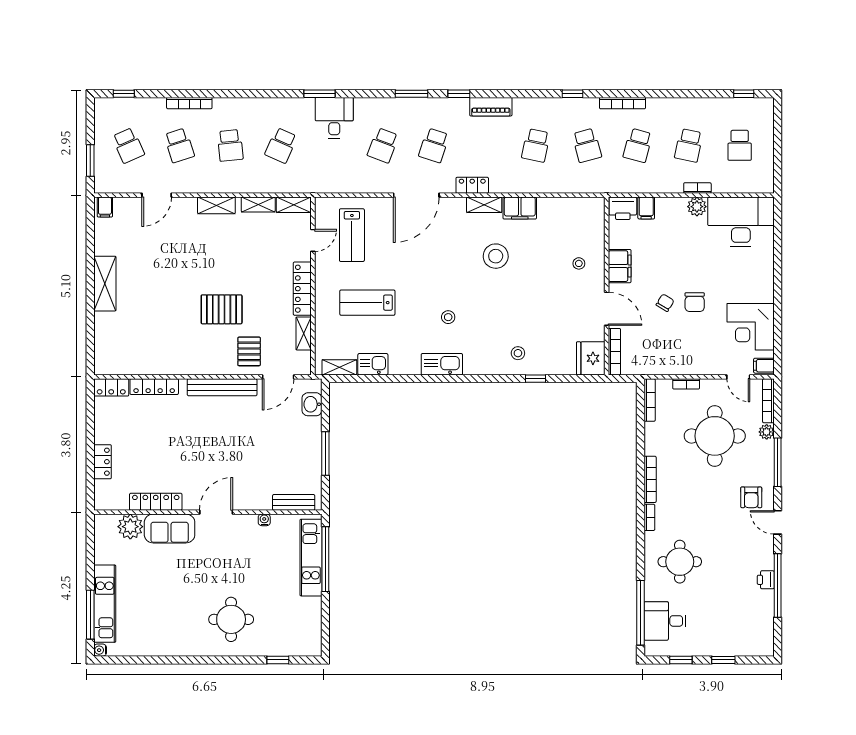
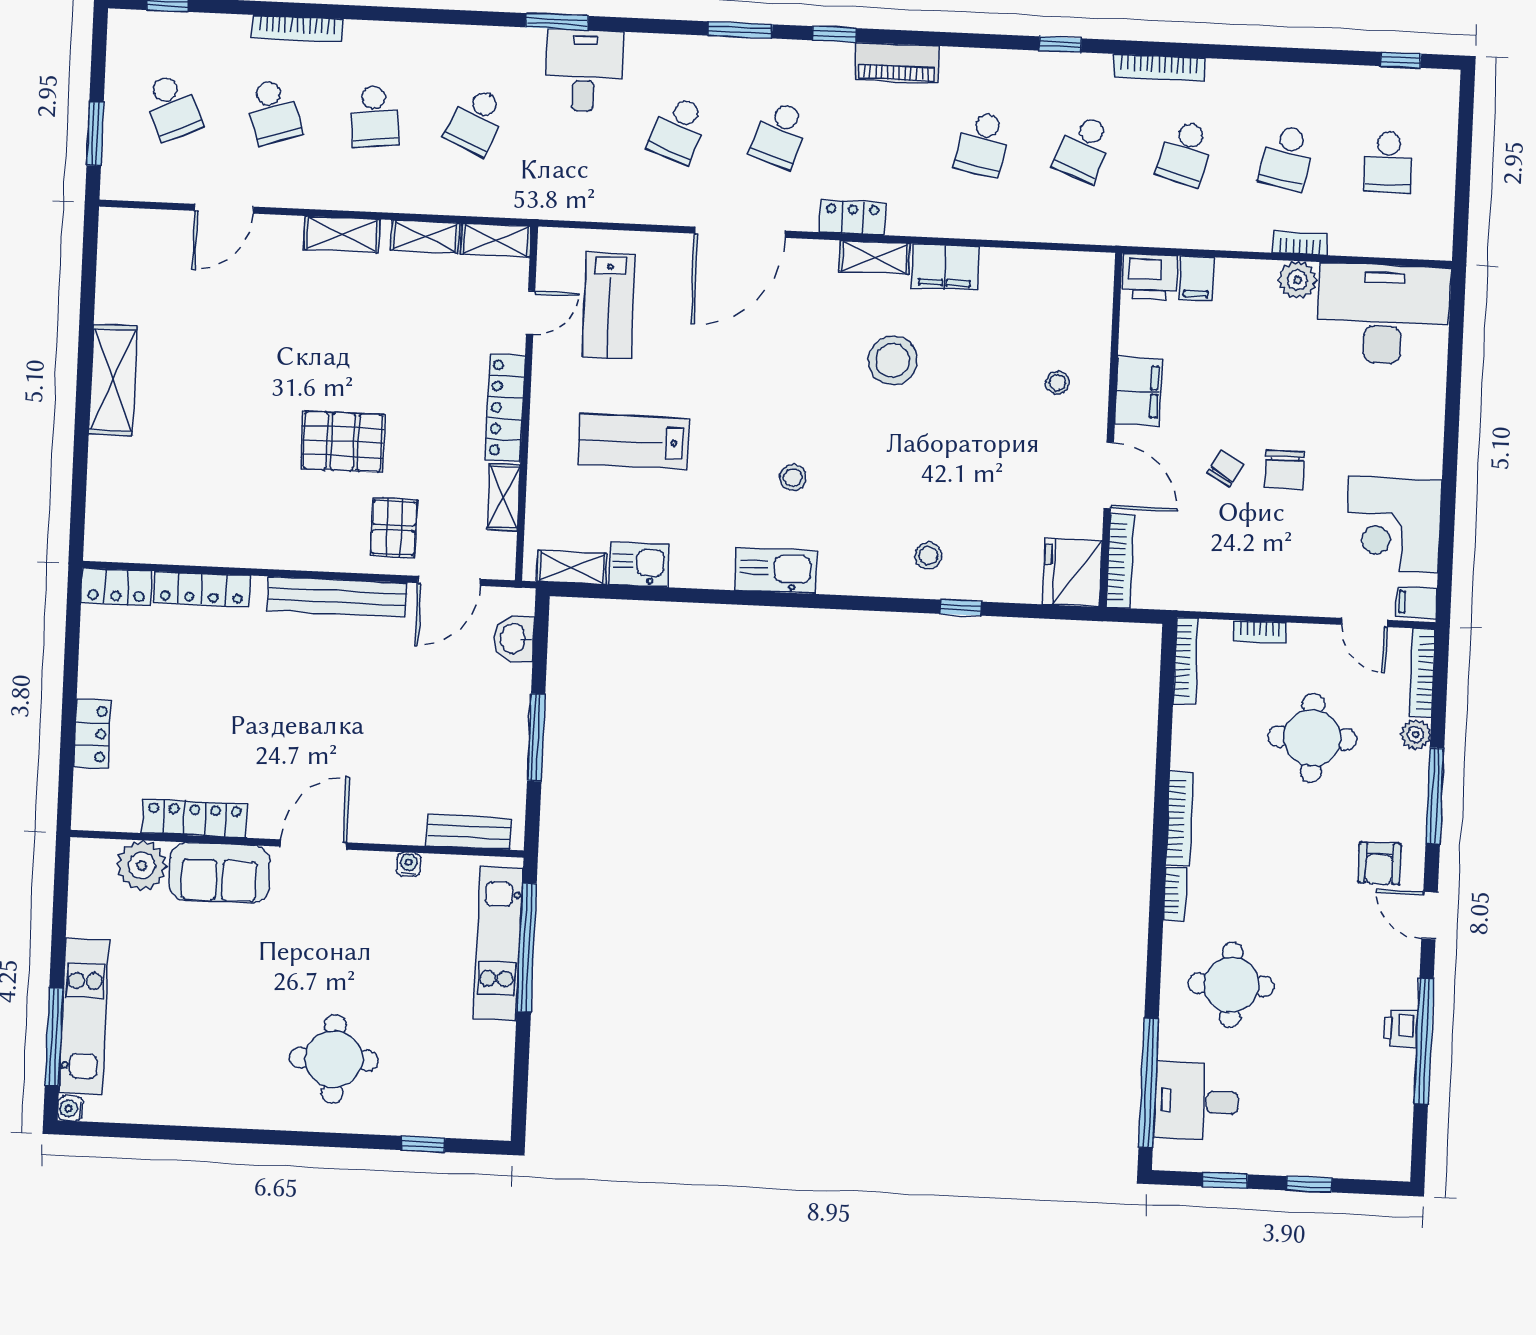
school desk: (587, 145) -> (1084, 148), turned 36
filing cabinet: (105, 207) -> (120, 228), removed
round table: (715, 436) -> (1312, 738), width x0.73, depth x0.73

